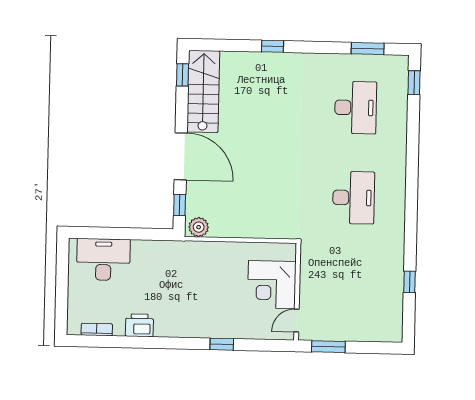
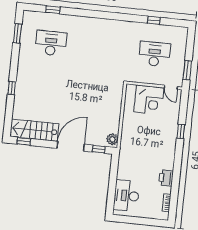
window: (414, 83) -> (53, 10), moved
desk: (354, 198) -> (154, 54), moved

